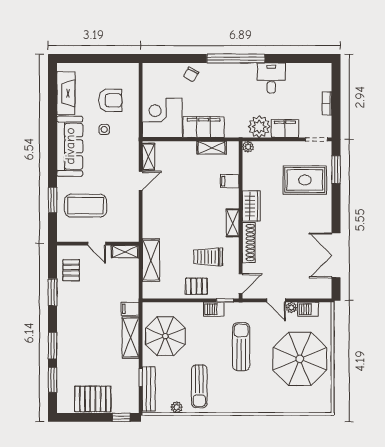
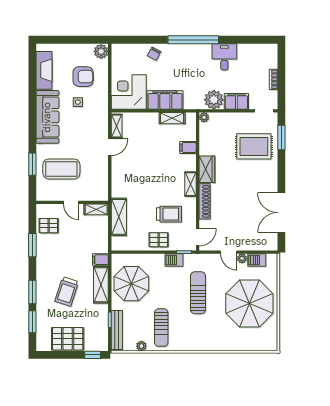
plant: (131, 72) -> (101, 51), added
trolley: (208, 257) -> (169, 214), turned 180
pallet: (71, 270) -> (49, 226), turned 90
trolley: (92, 345) -> (67, 292), added

